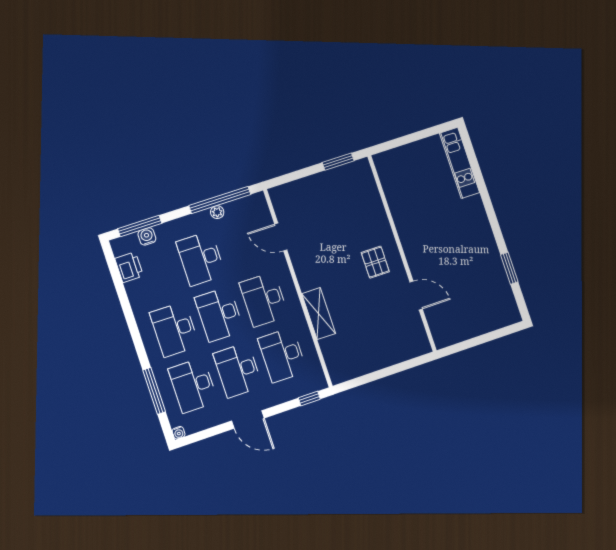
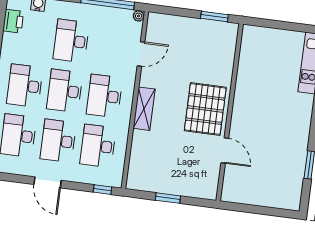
plant: (217, 212) -> (138, 16), moved
door: (281, 237) -> (141, 54), swing flipped
pallet: (375, 262) -> (205, 109), width x2.05, depth x2.00
shelving: (319, 314) -> (144, 109), moved
window: (382, 374) -> (168, 198), added

